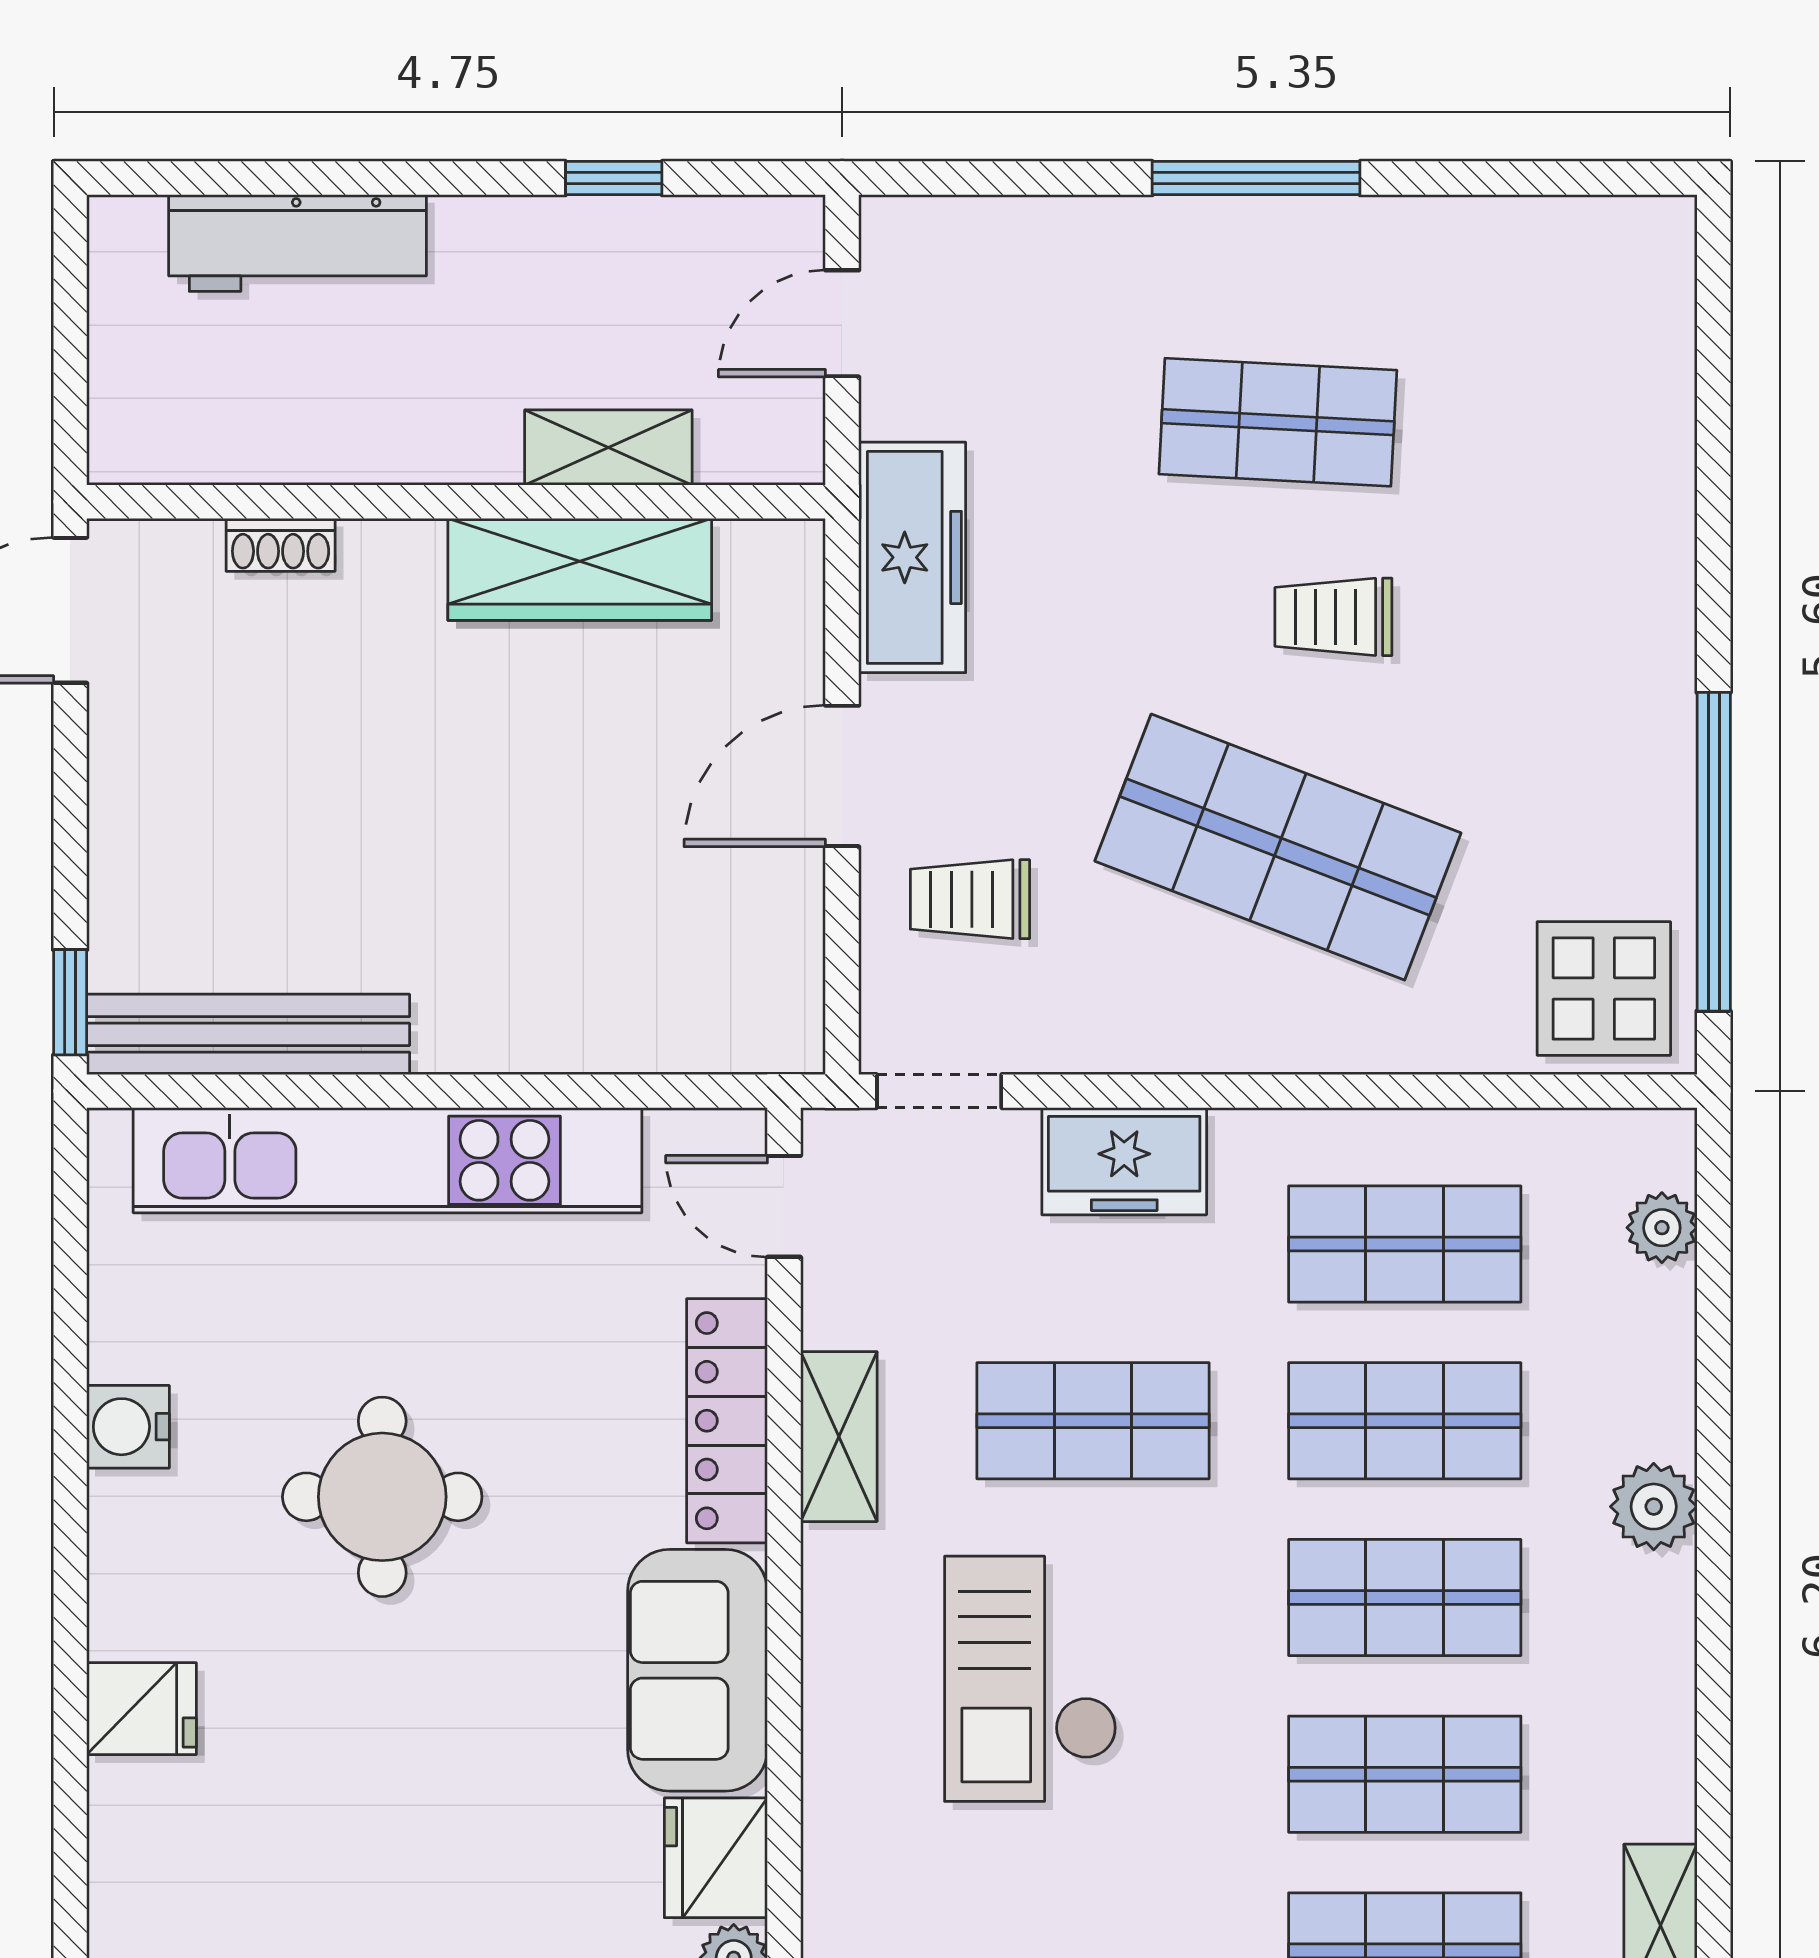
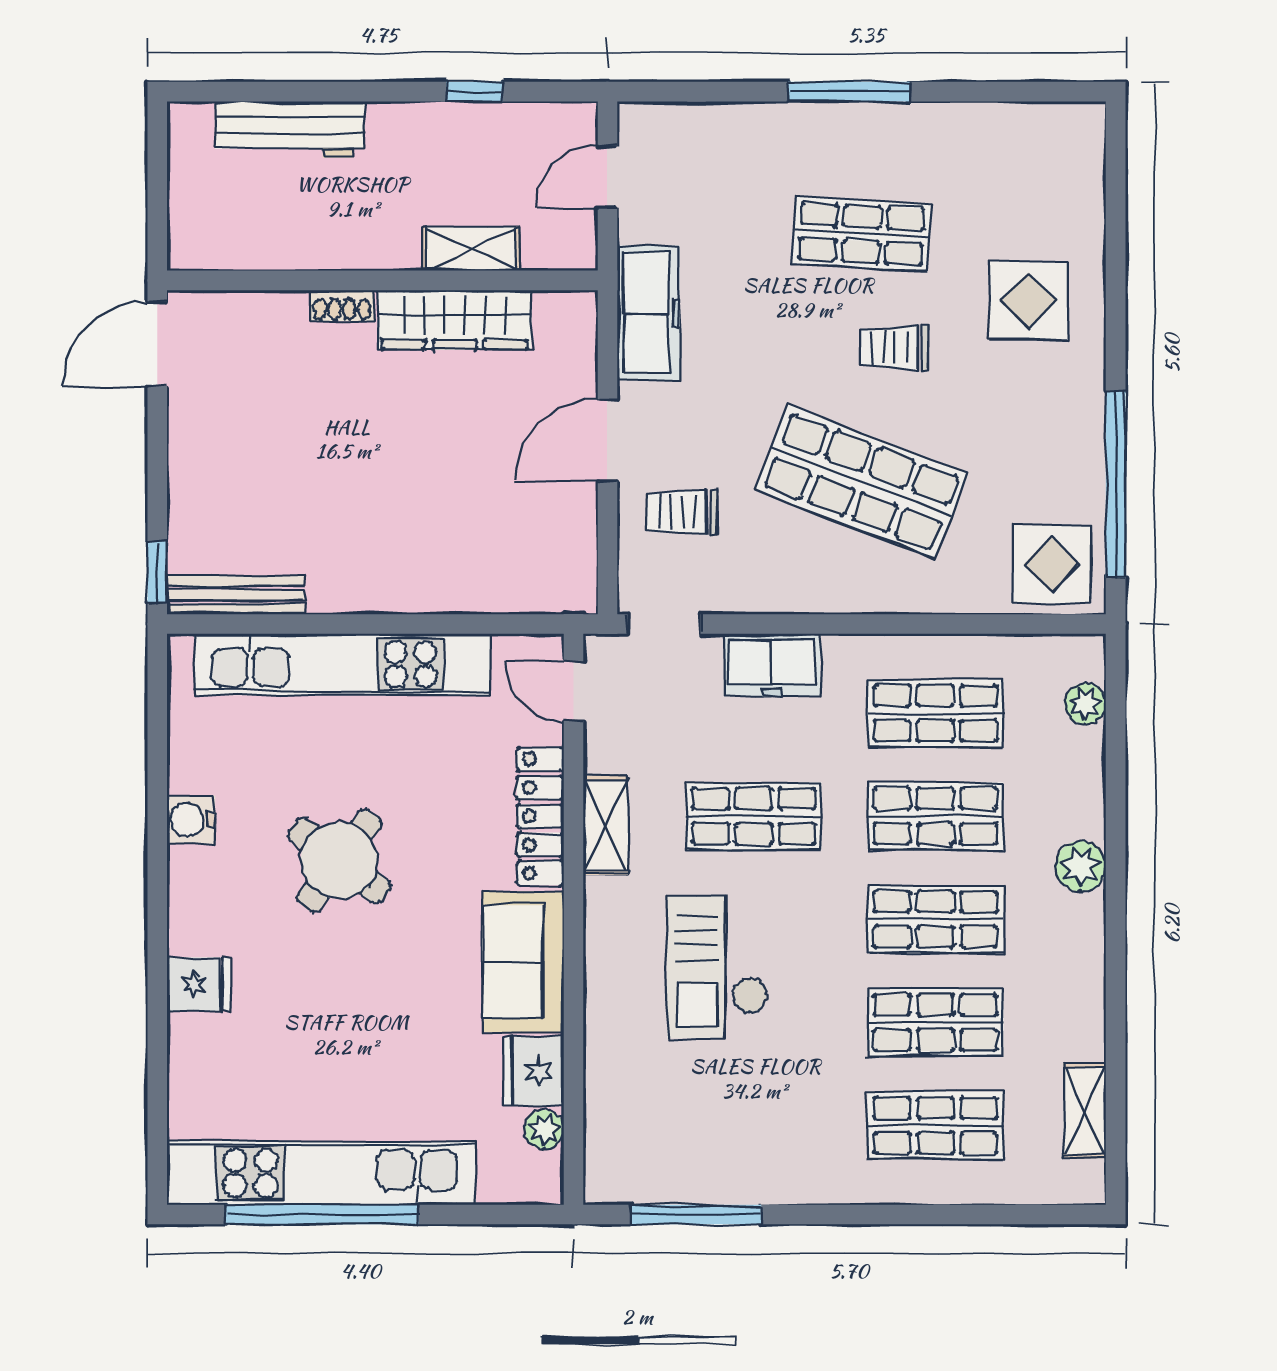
display table: (1564, 536) -> (1029, 301), added
shoe rack: (281, 545) -> (342, 305), moved
bench: (248, 1034) -> (236, 595), width x0.73, depth x0.82
round table: (382, 1497) -> (339, 861), turned 37

